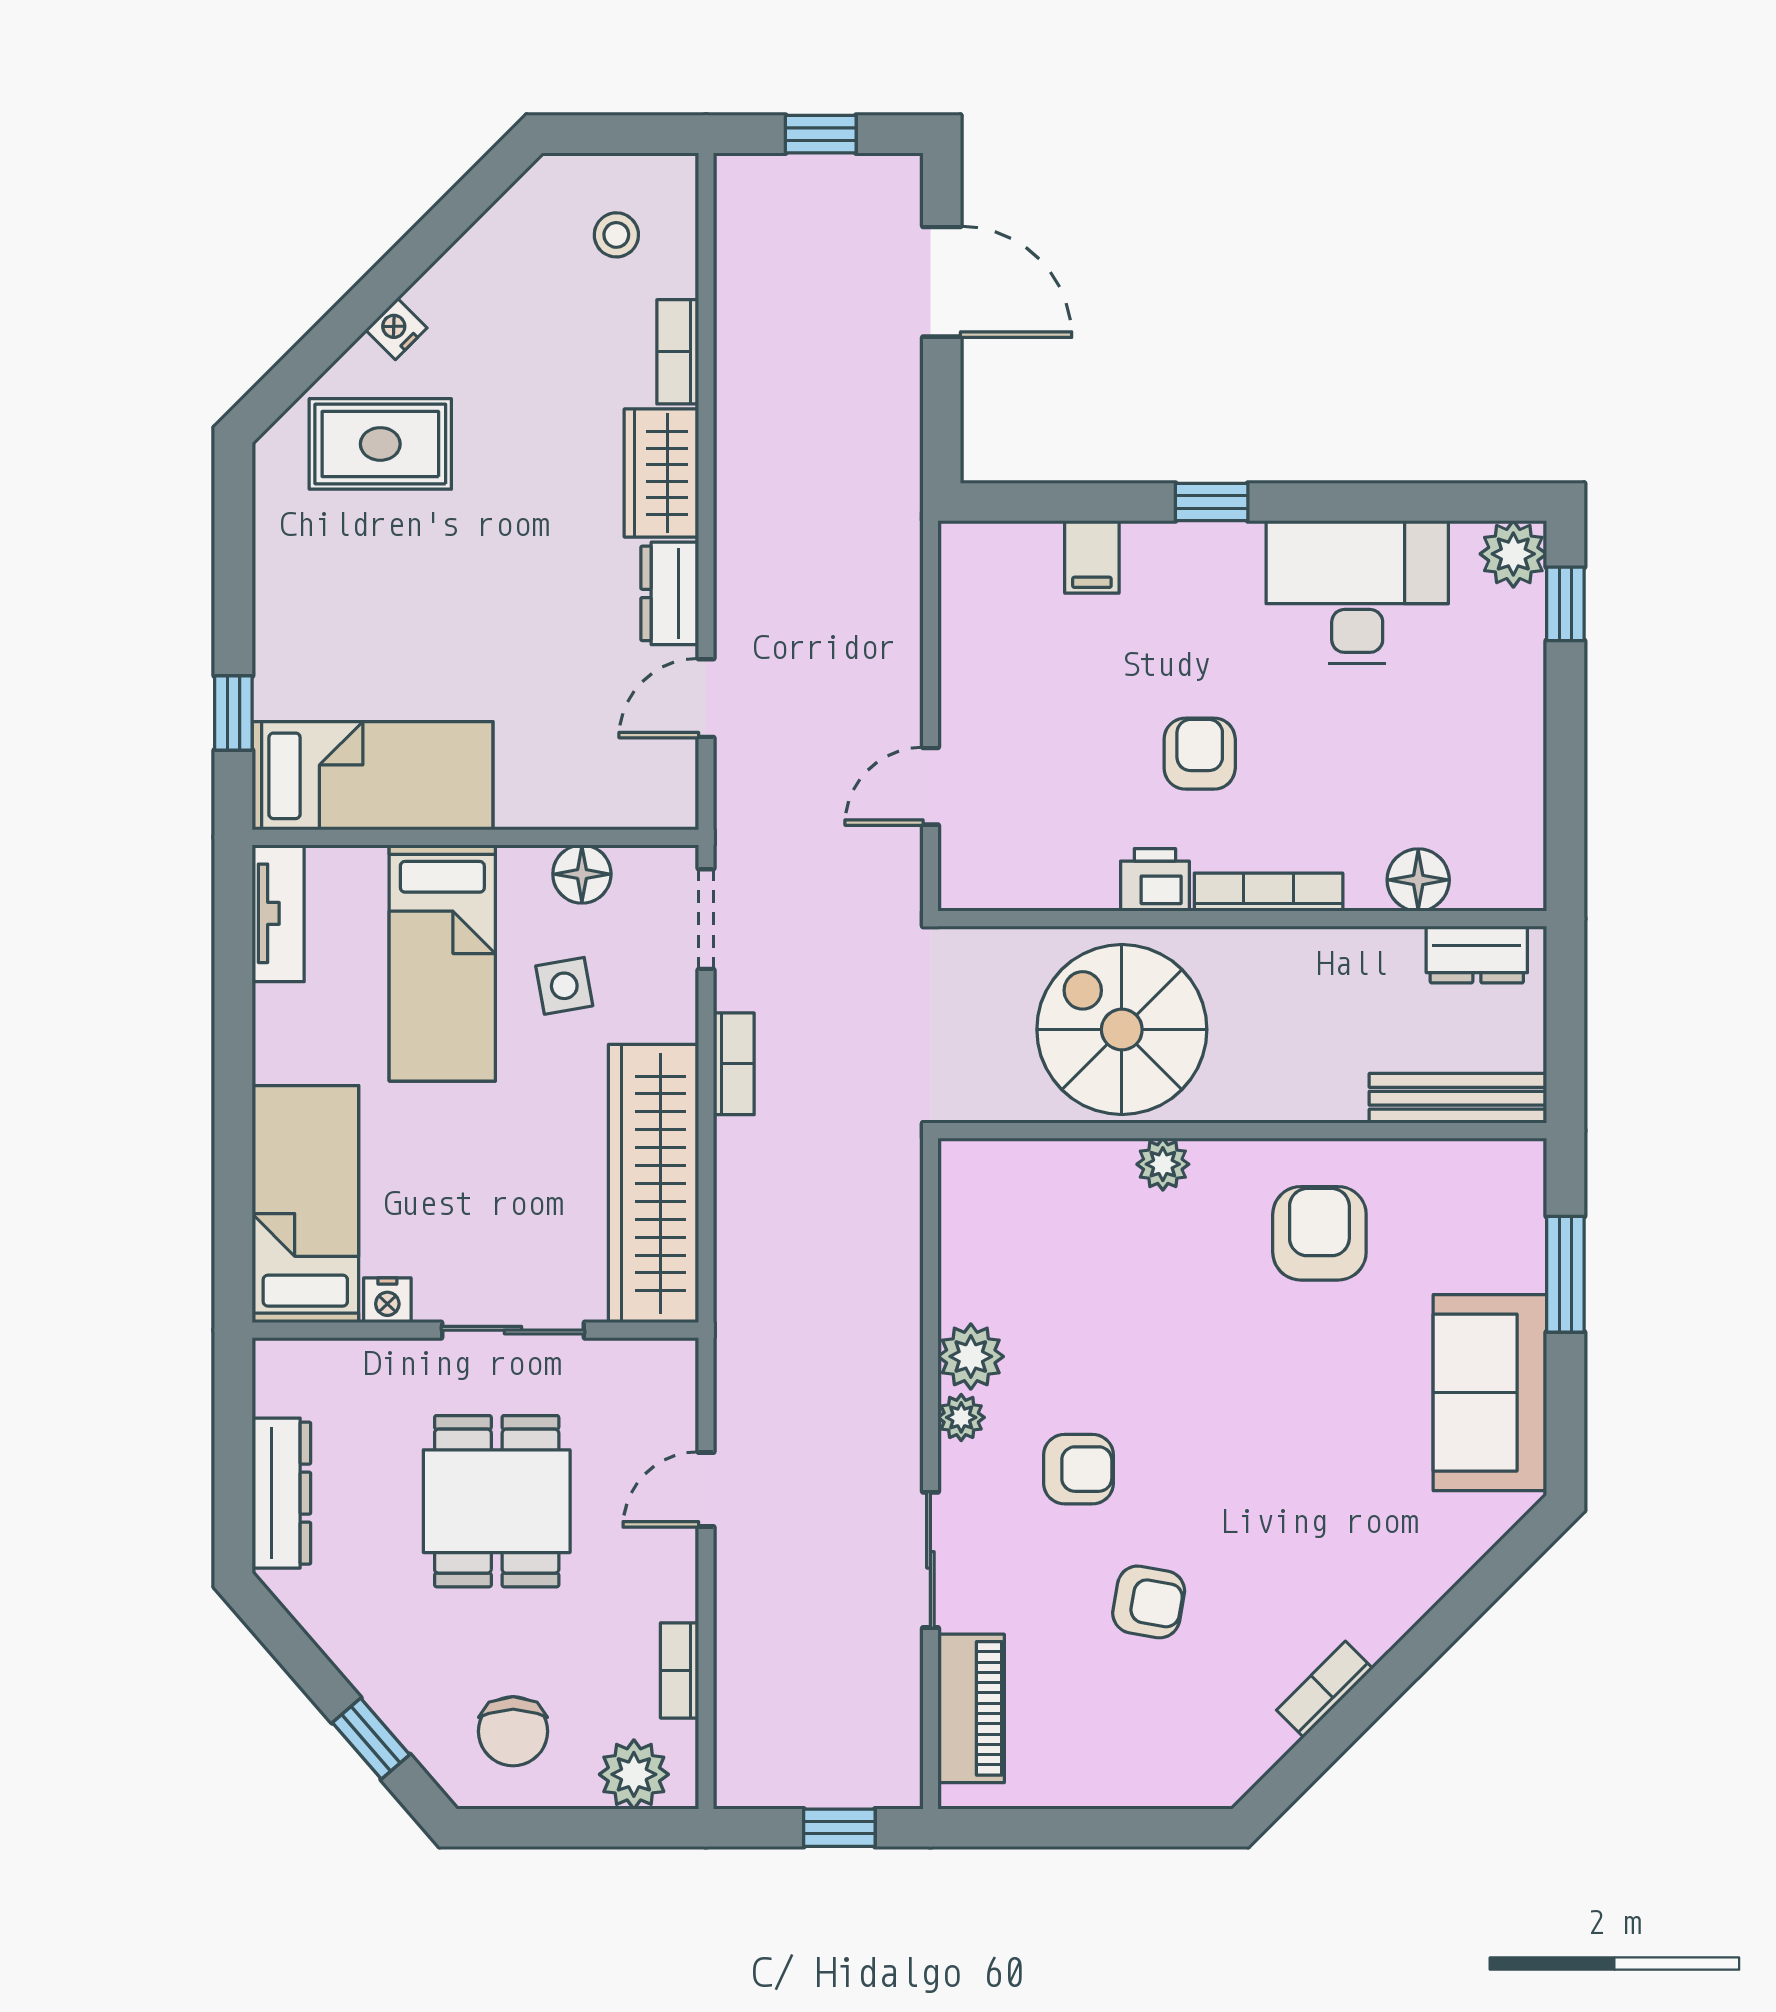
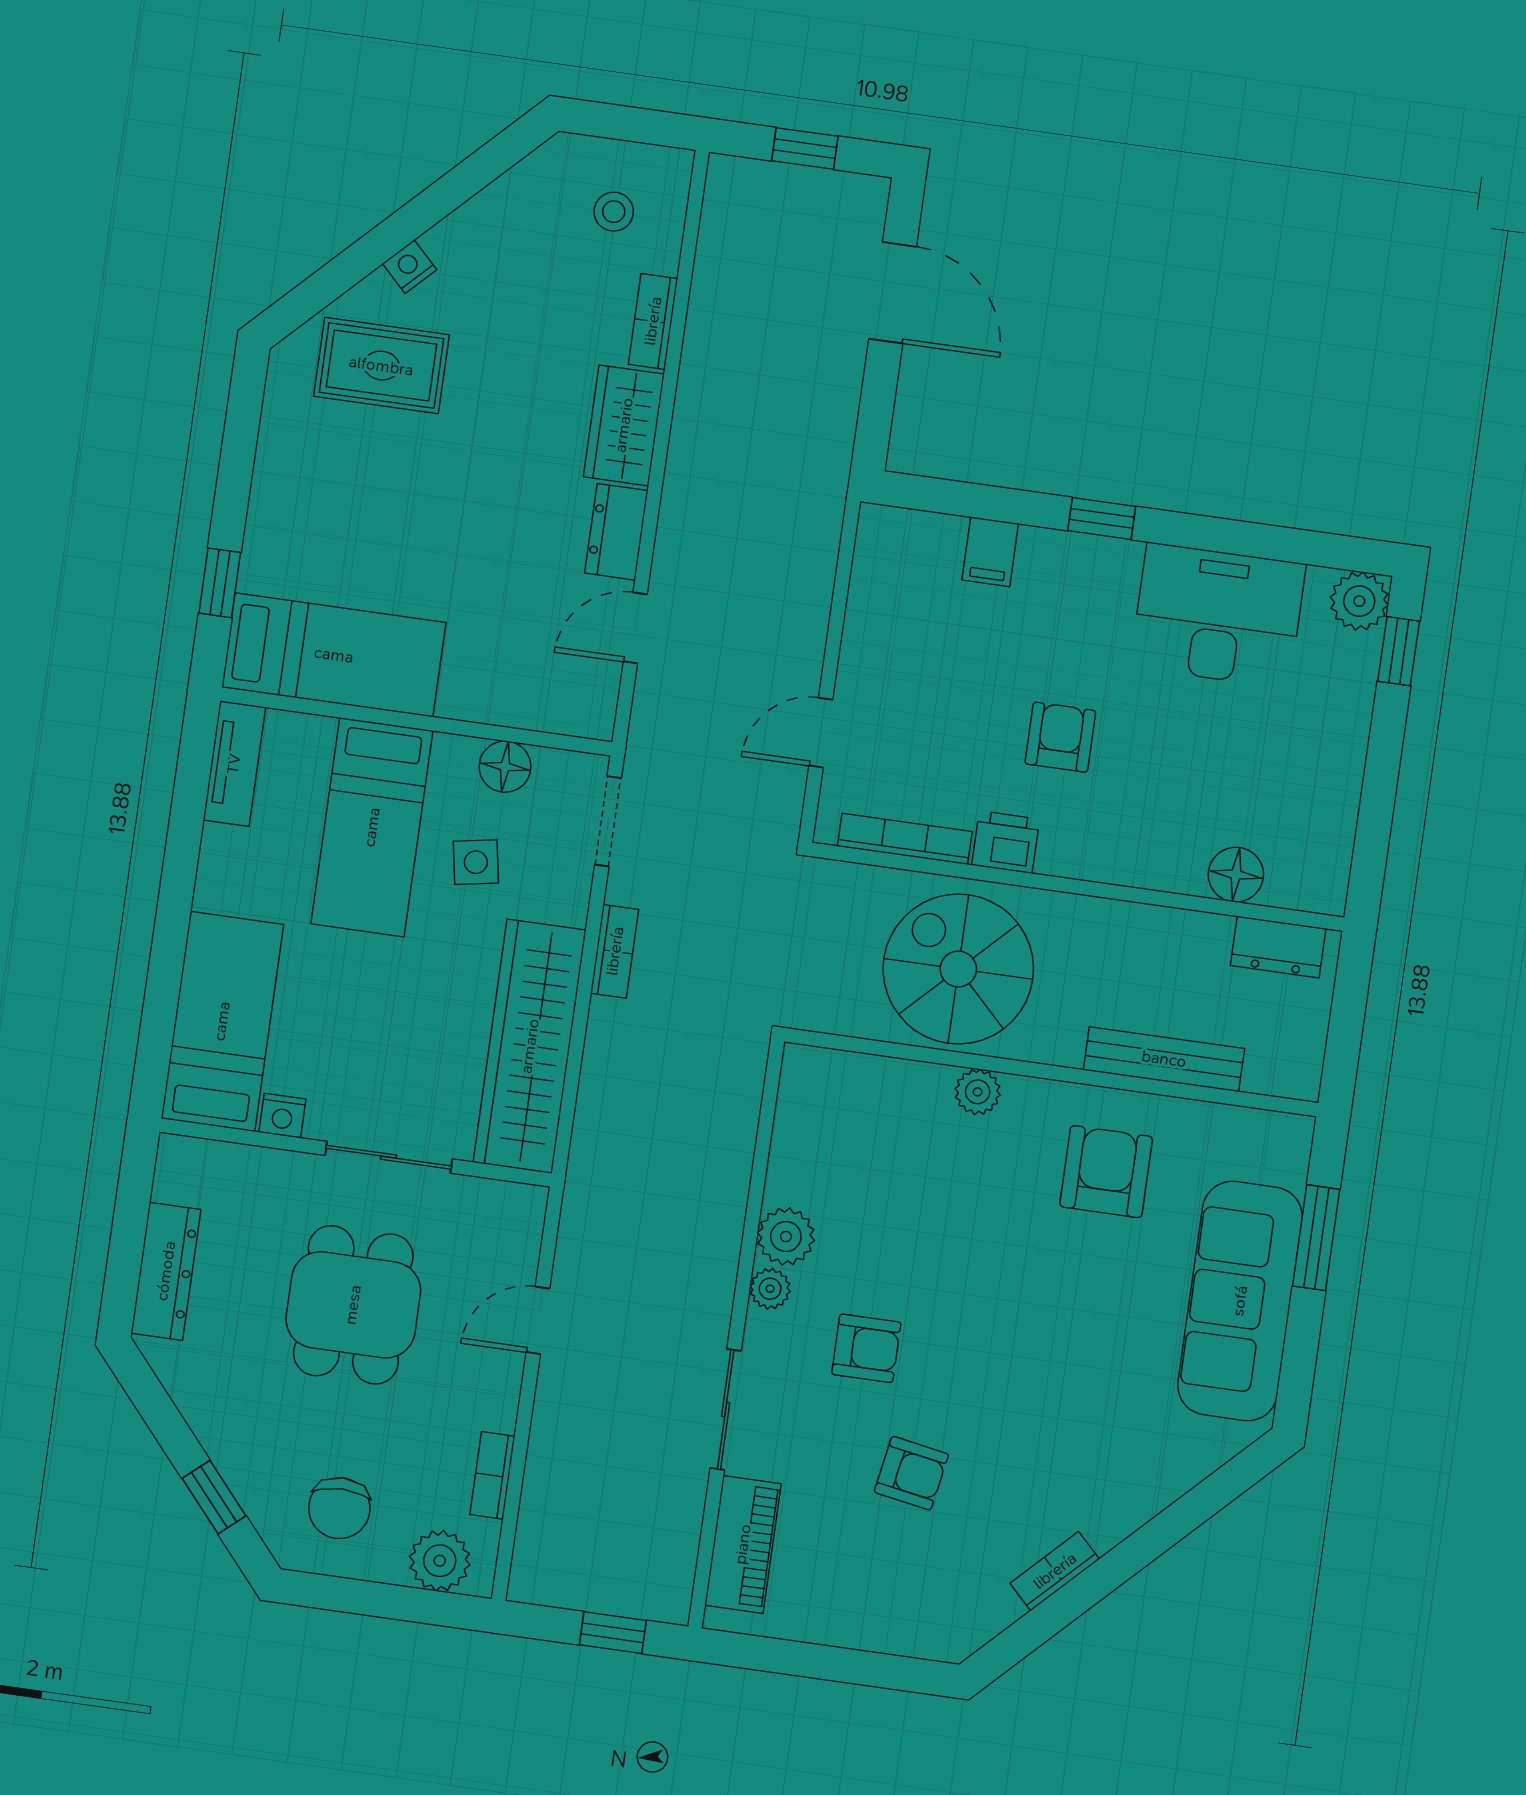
bookcase: (1269, 892) -> (905, 839), moved
bench: (1458, 1098) -> (1164, 1059), moved
sofa: (1490, 1393) -> (1240, 1301), width x1.36

